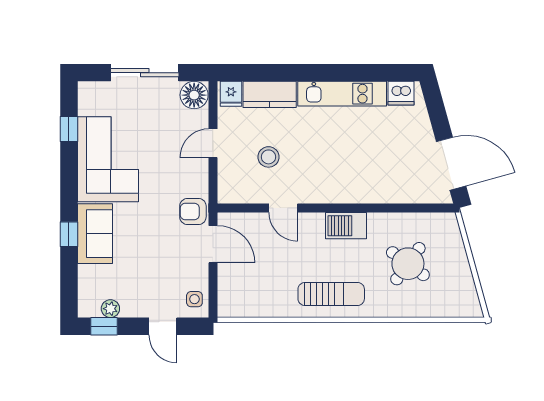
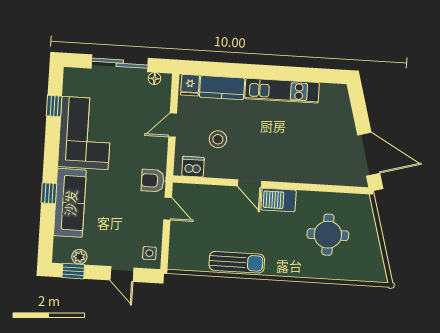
dishwasher: (401, 93) -> (193, 167), moved, turned 180
floor lamp: (194, 95) -> (154, 79), width x0.53, depth x0.53
door: (283, 208) -> (249, 184), moved
sofa: (95, 234) -> (70, 203), width x1.36
door: (213, 244) -> (168, 209), width x0.73
round table: (408, 264) -> (328, 235), turned -36
sun lounger: (331, 294) -> (237, 262), moved

